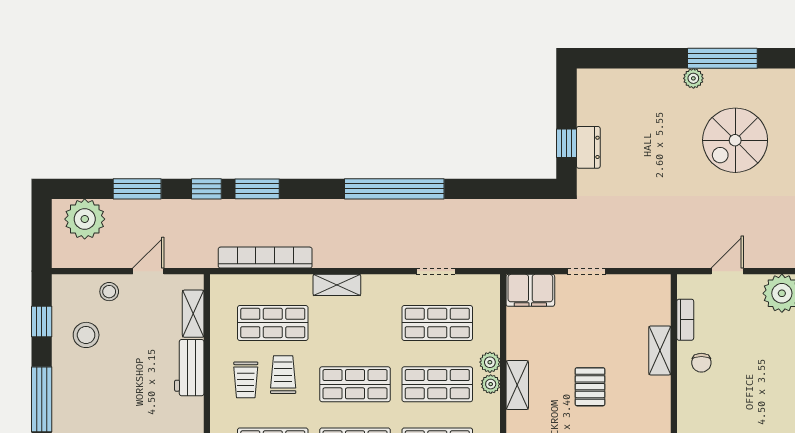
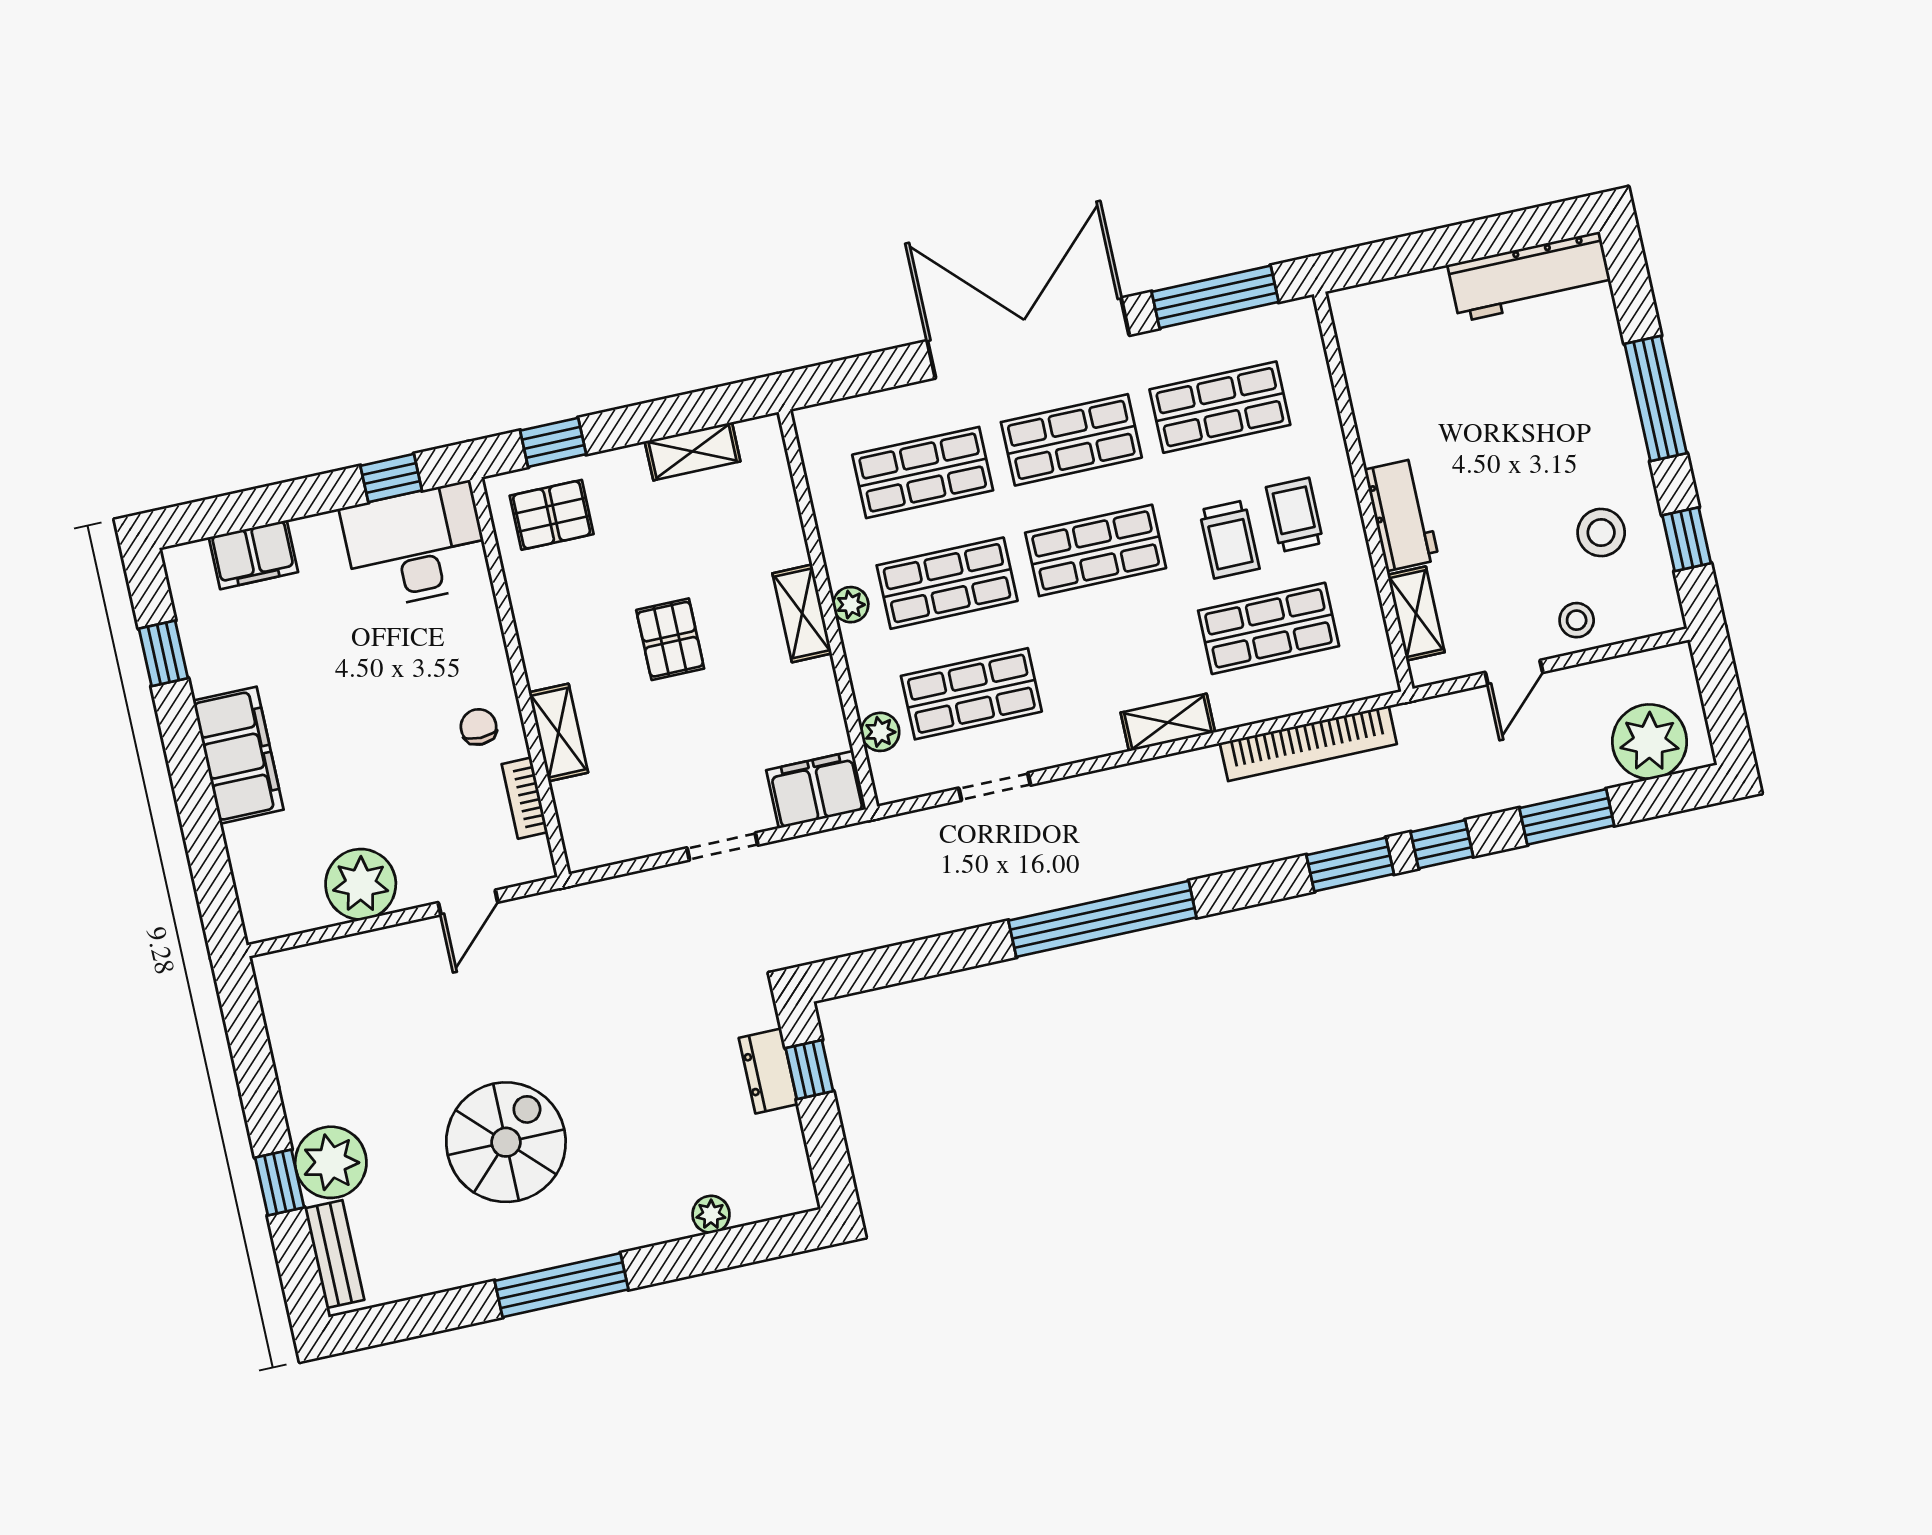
plant: (693, 78) -> (711, 1214), moved
plant: (490, 362) -> (880, 732), moved

